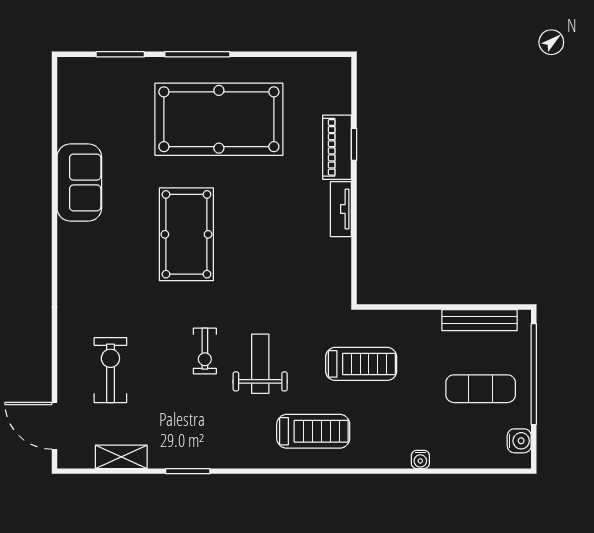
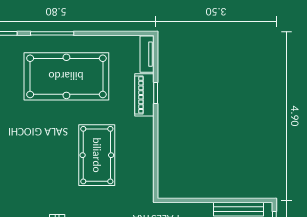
tv unit: (341, 209) -> (147, 54), moved
pool table: (186, 234) -> (97, 155), moved

